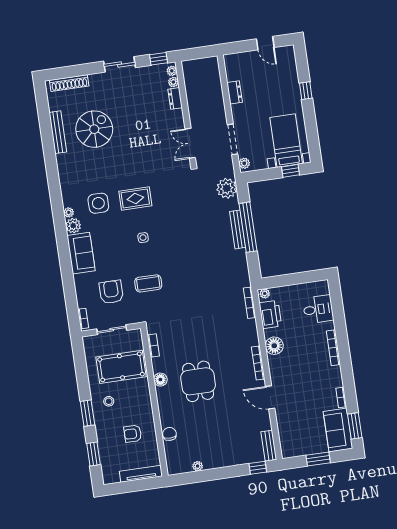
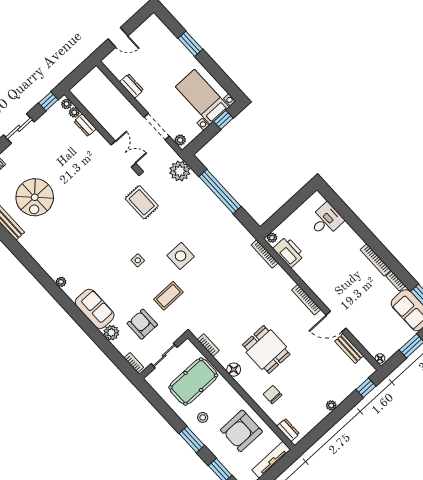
door: (265, 43) -> (118, 37), moved
window: (306, 91) -> (190, 44), width x1.50
spiral stairs: (94, 129) -> (35, 197), turned 180
double door: (190, 143) -> (123, 154), swing flipped
rug: (135, 198) -> (142, 202), moved, turned 90
side table: (98, 203) -> (181, 256), moved
plant: (73, 226) -> (111, 333), moved
bench: (238, 229) -> (212, 199), removed
floor lamp: (274, 346) -> (380, 358), moved, width x0.53, depth x0.53
bookcase: (333, 348) -> (376, 260), moved
armchair: (133, 434) -> (241, 431), width x1.88, depth x1.88
chair: (169, 434) -> (273, 395), moved
bench: (269, 446) -> (349, 349), moved
dresser: (171, 459) -> (288, 430), added
plant: (198, 466) -> (331, 405), moved

